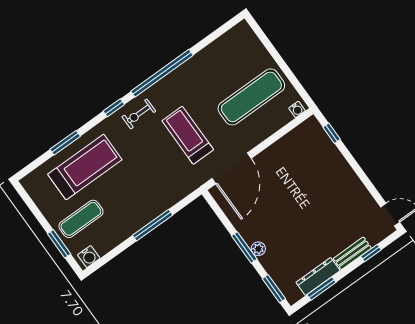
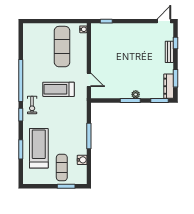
door: (232, 168) -> (89, 80), width x0.53
water cooler: (89, 257) -> (82, 160), moved
dresser: (318, 276) -> (169, 86), moved

